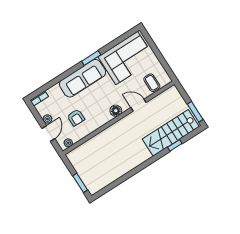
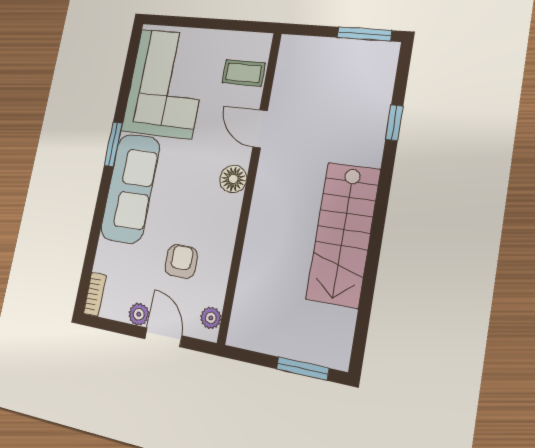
door: (139, 105) -> (260, 129), hinge flipped
armchair: (76, 118) -> (181, 261), turned -90
stairs: (171, 133) -> (343, 234), moved

